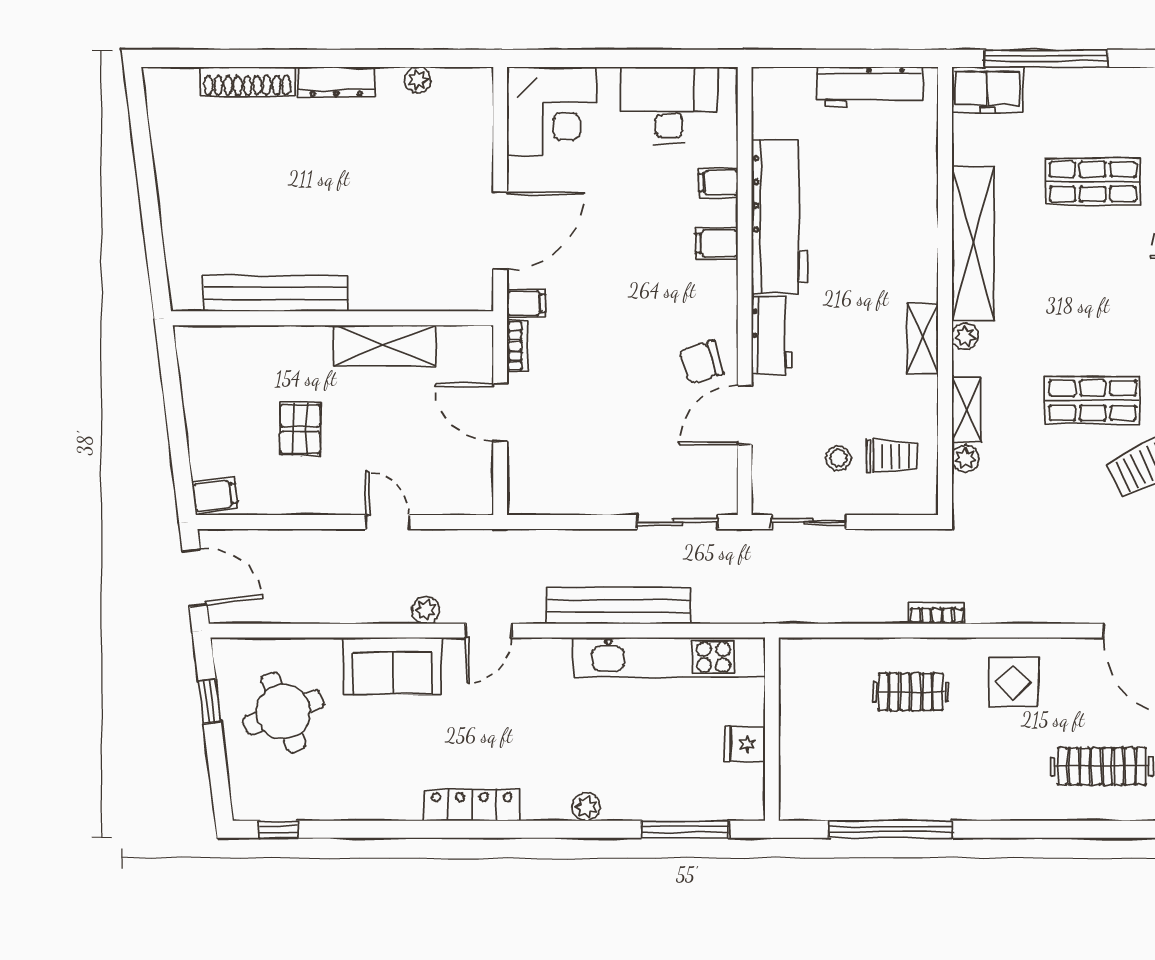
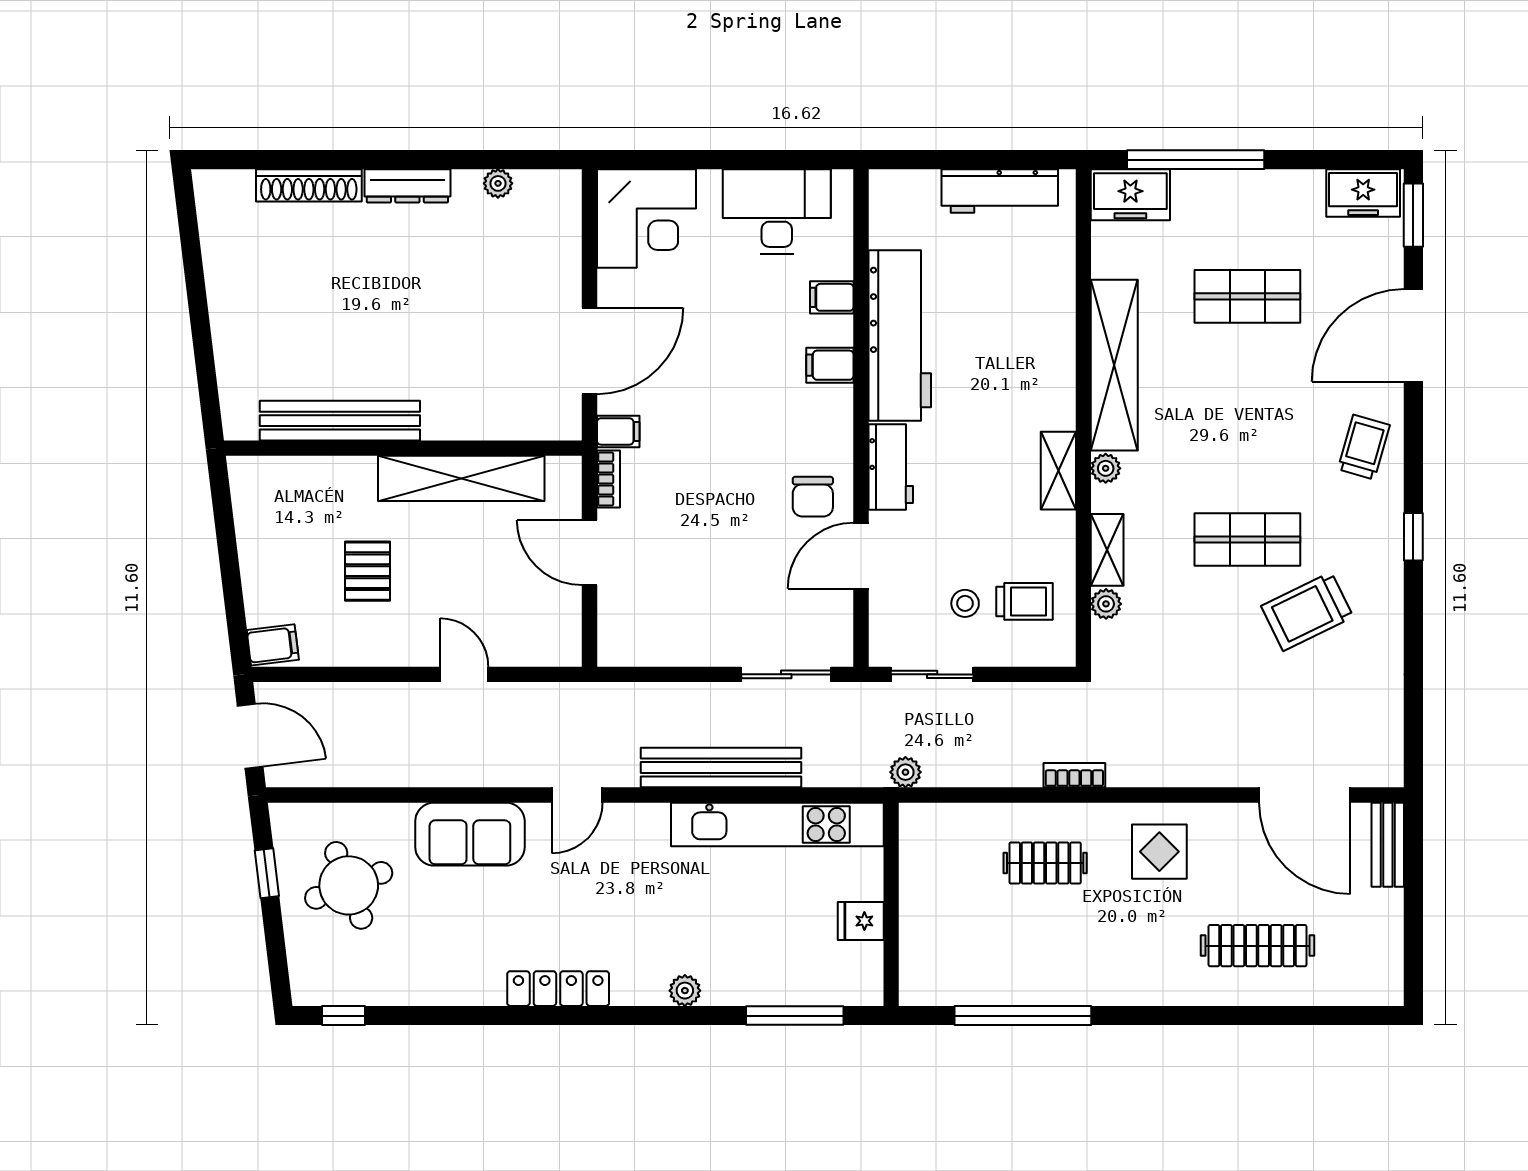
shelving: (385, 345) -> (461, 478), width x1.47
chair: (701, 362) -> (813, 497), turned -73
plant: (426, 610) -> (905, 772), moved

